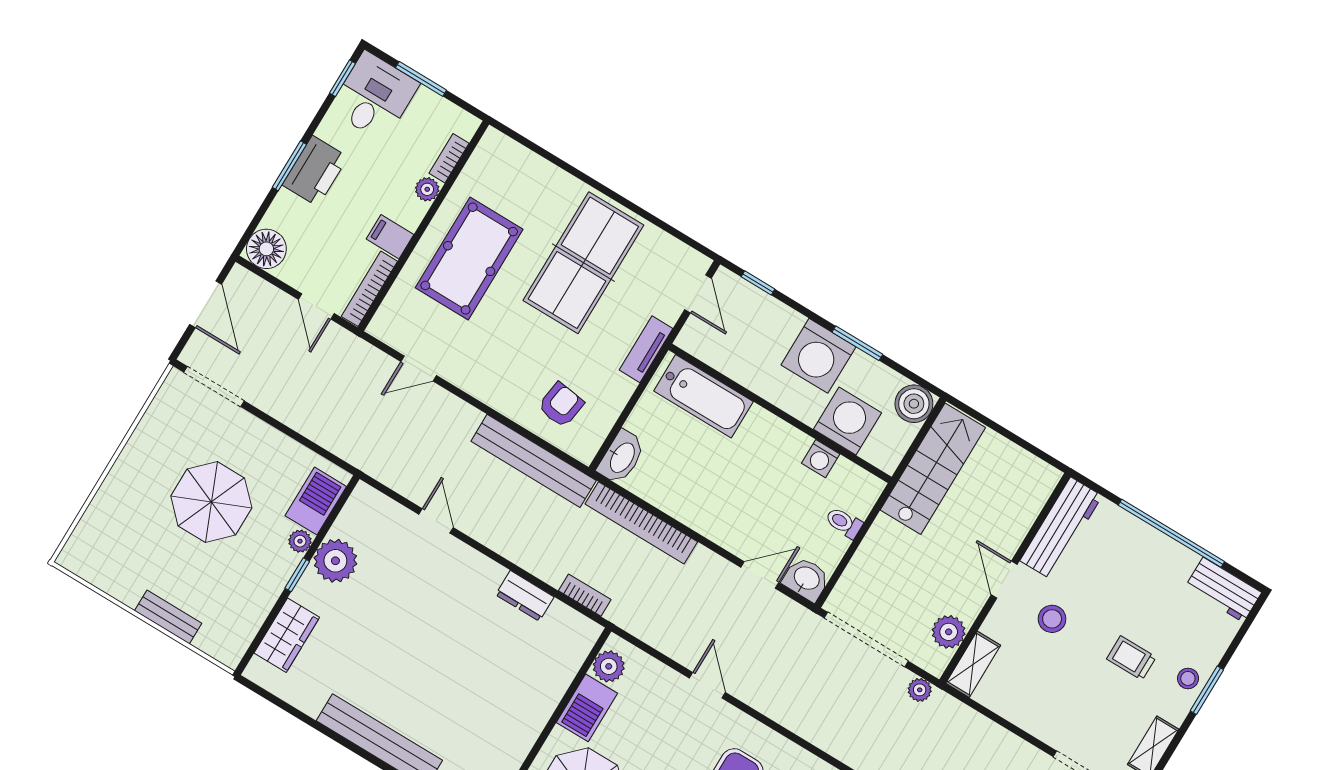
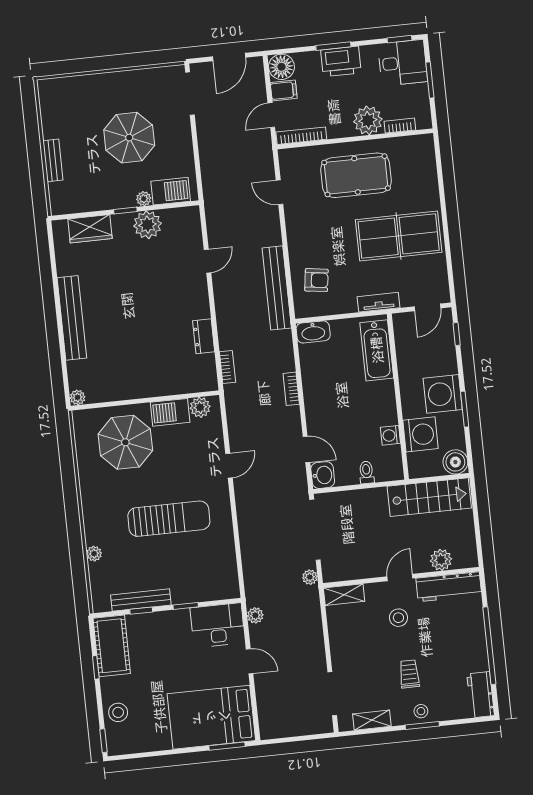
plant: (427, 189) -> (368, 120), width x1.88, depth x1.88
filing cabinet: (390, 237) -> (284, 90), moved, turned 90
bookcase: (641, 523) -> (291, 389), width x0.43, depth x0.76
plant: (949, 632) -> (441, 560), moved

